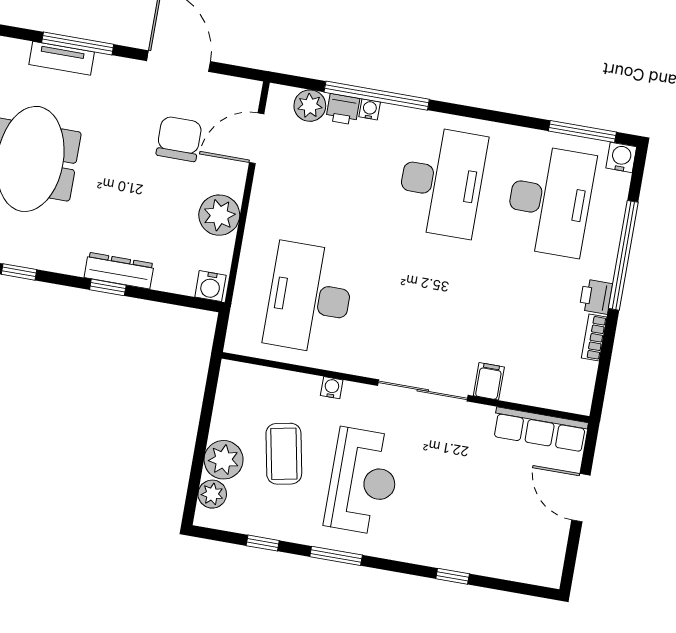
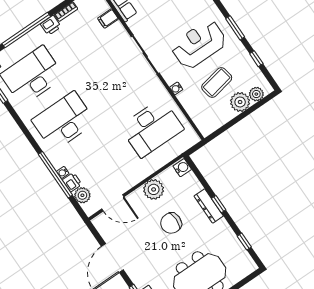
chair: (179, 139) -> (171, 223), moved
filing cabinet: (489, 381) -> (108, 19), moved

